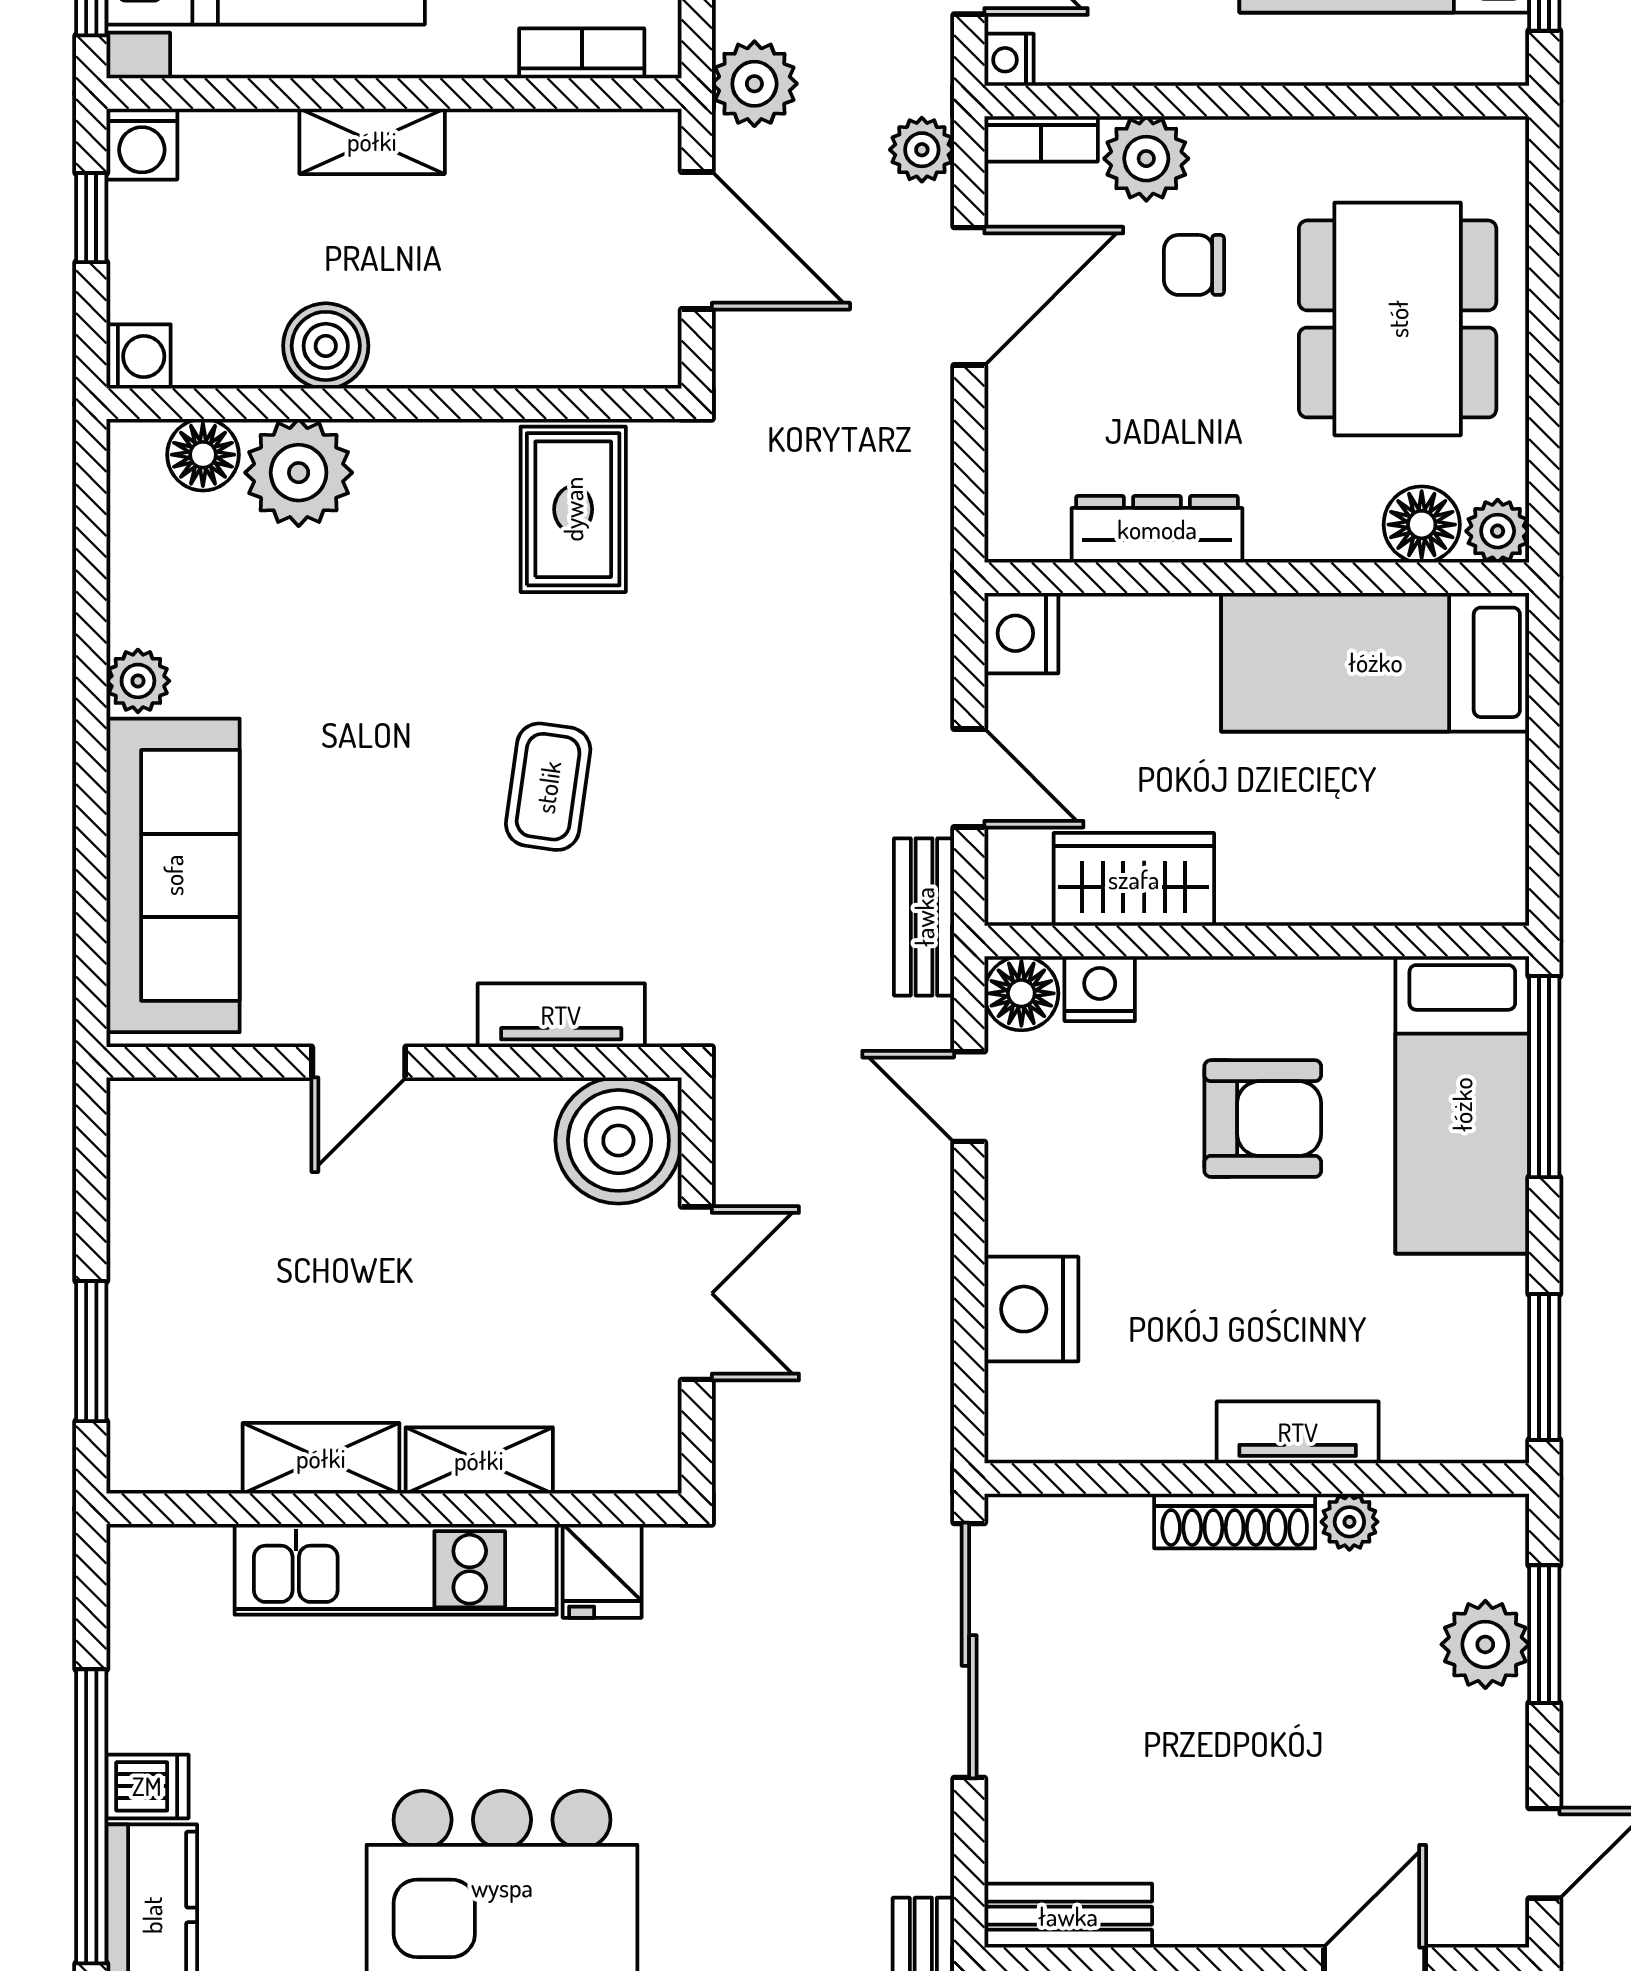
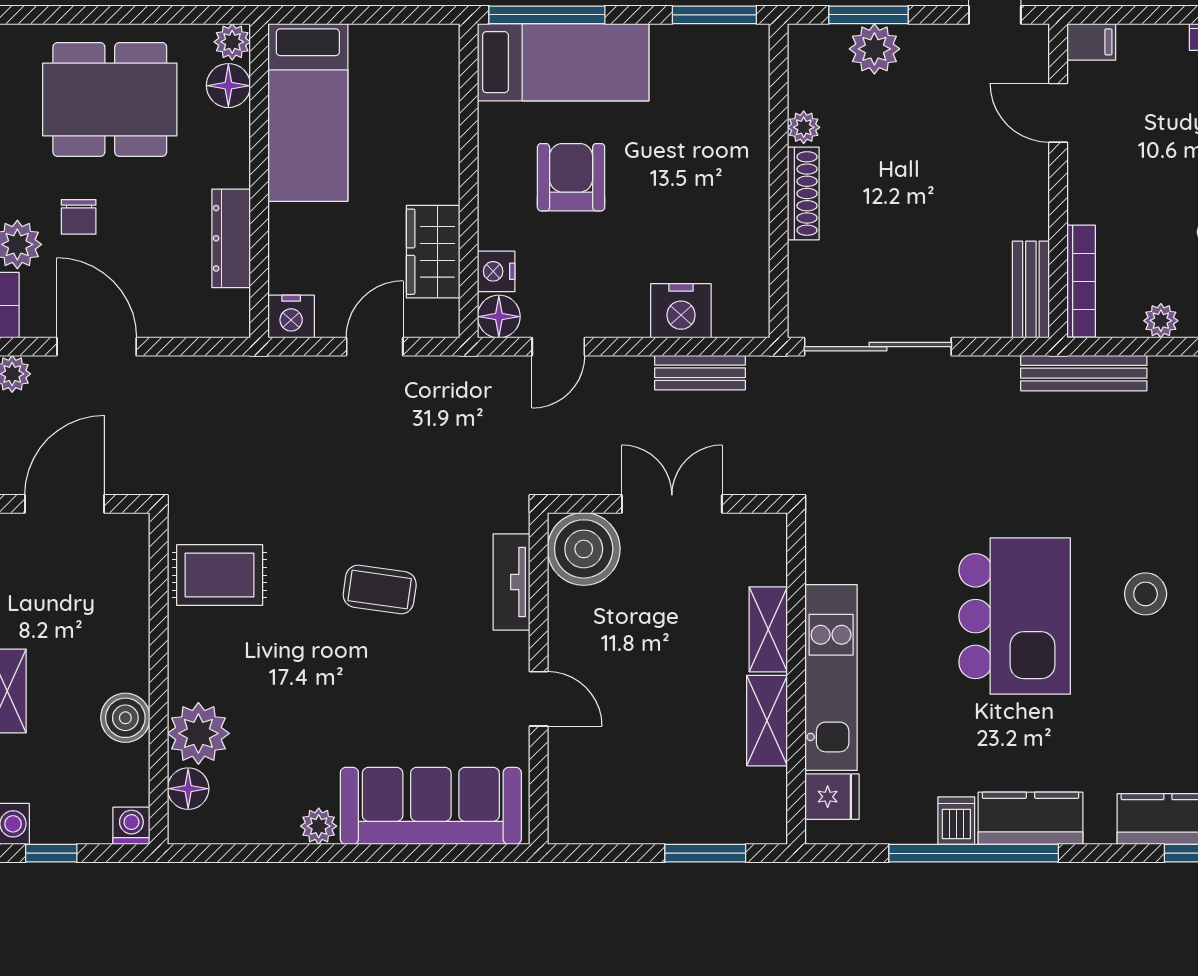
bench: (924, 917) -> (700, 373), moved
tv unit: (1298, 1432) -> (752, 157), removed
fridge: (602, 1571) -> (832, 797), moved

